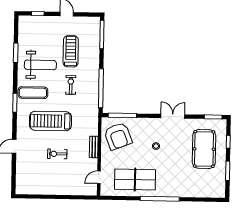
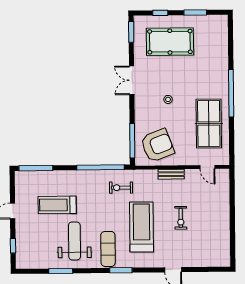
exercise bike: (71, 85) -> (121, 188), moved
treadmill: (50, 121) -> (141, 227), turned 180

